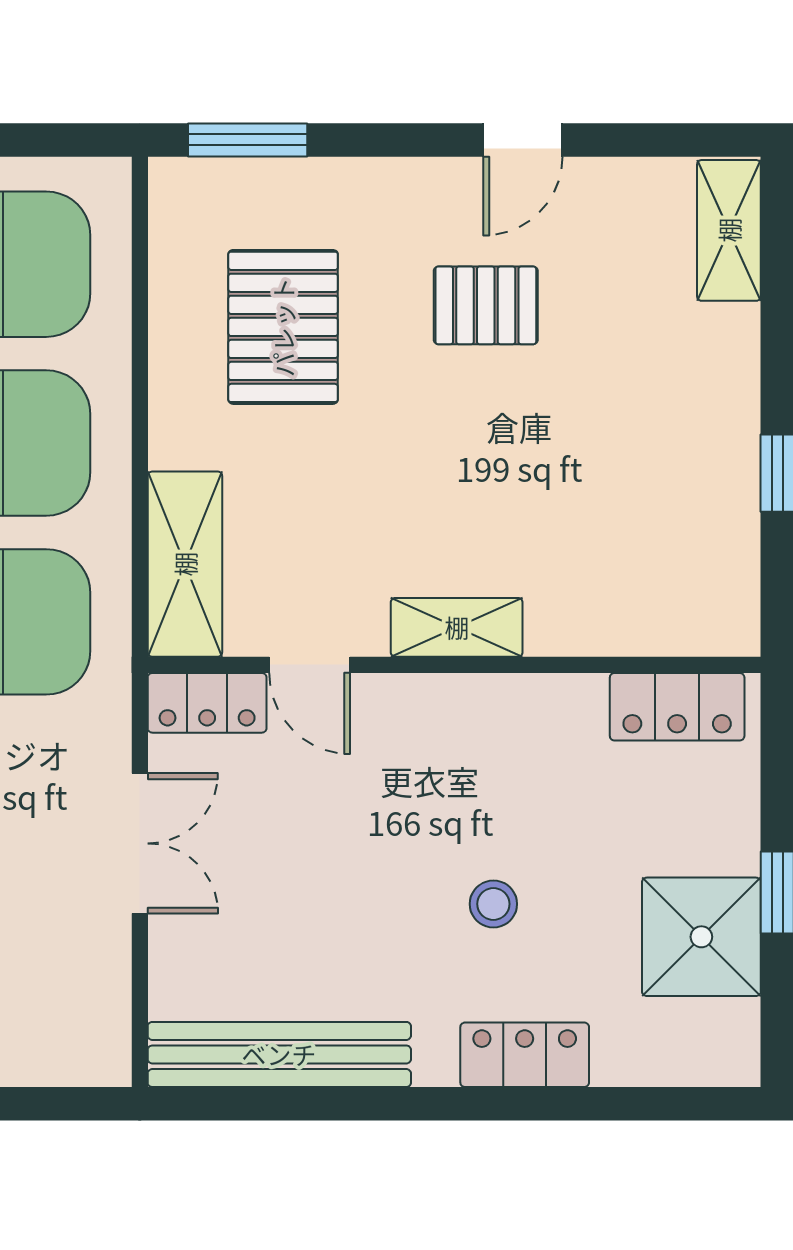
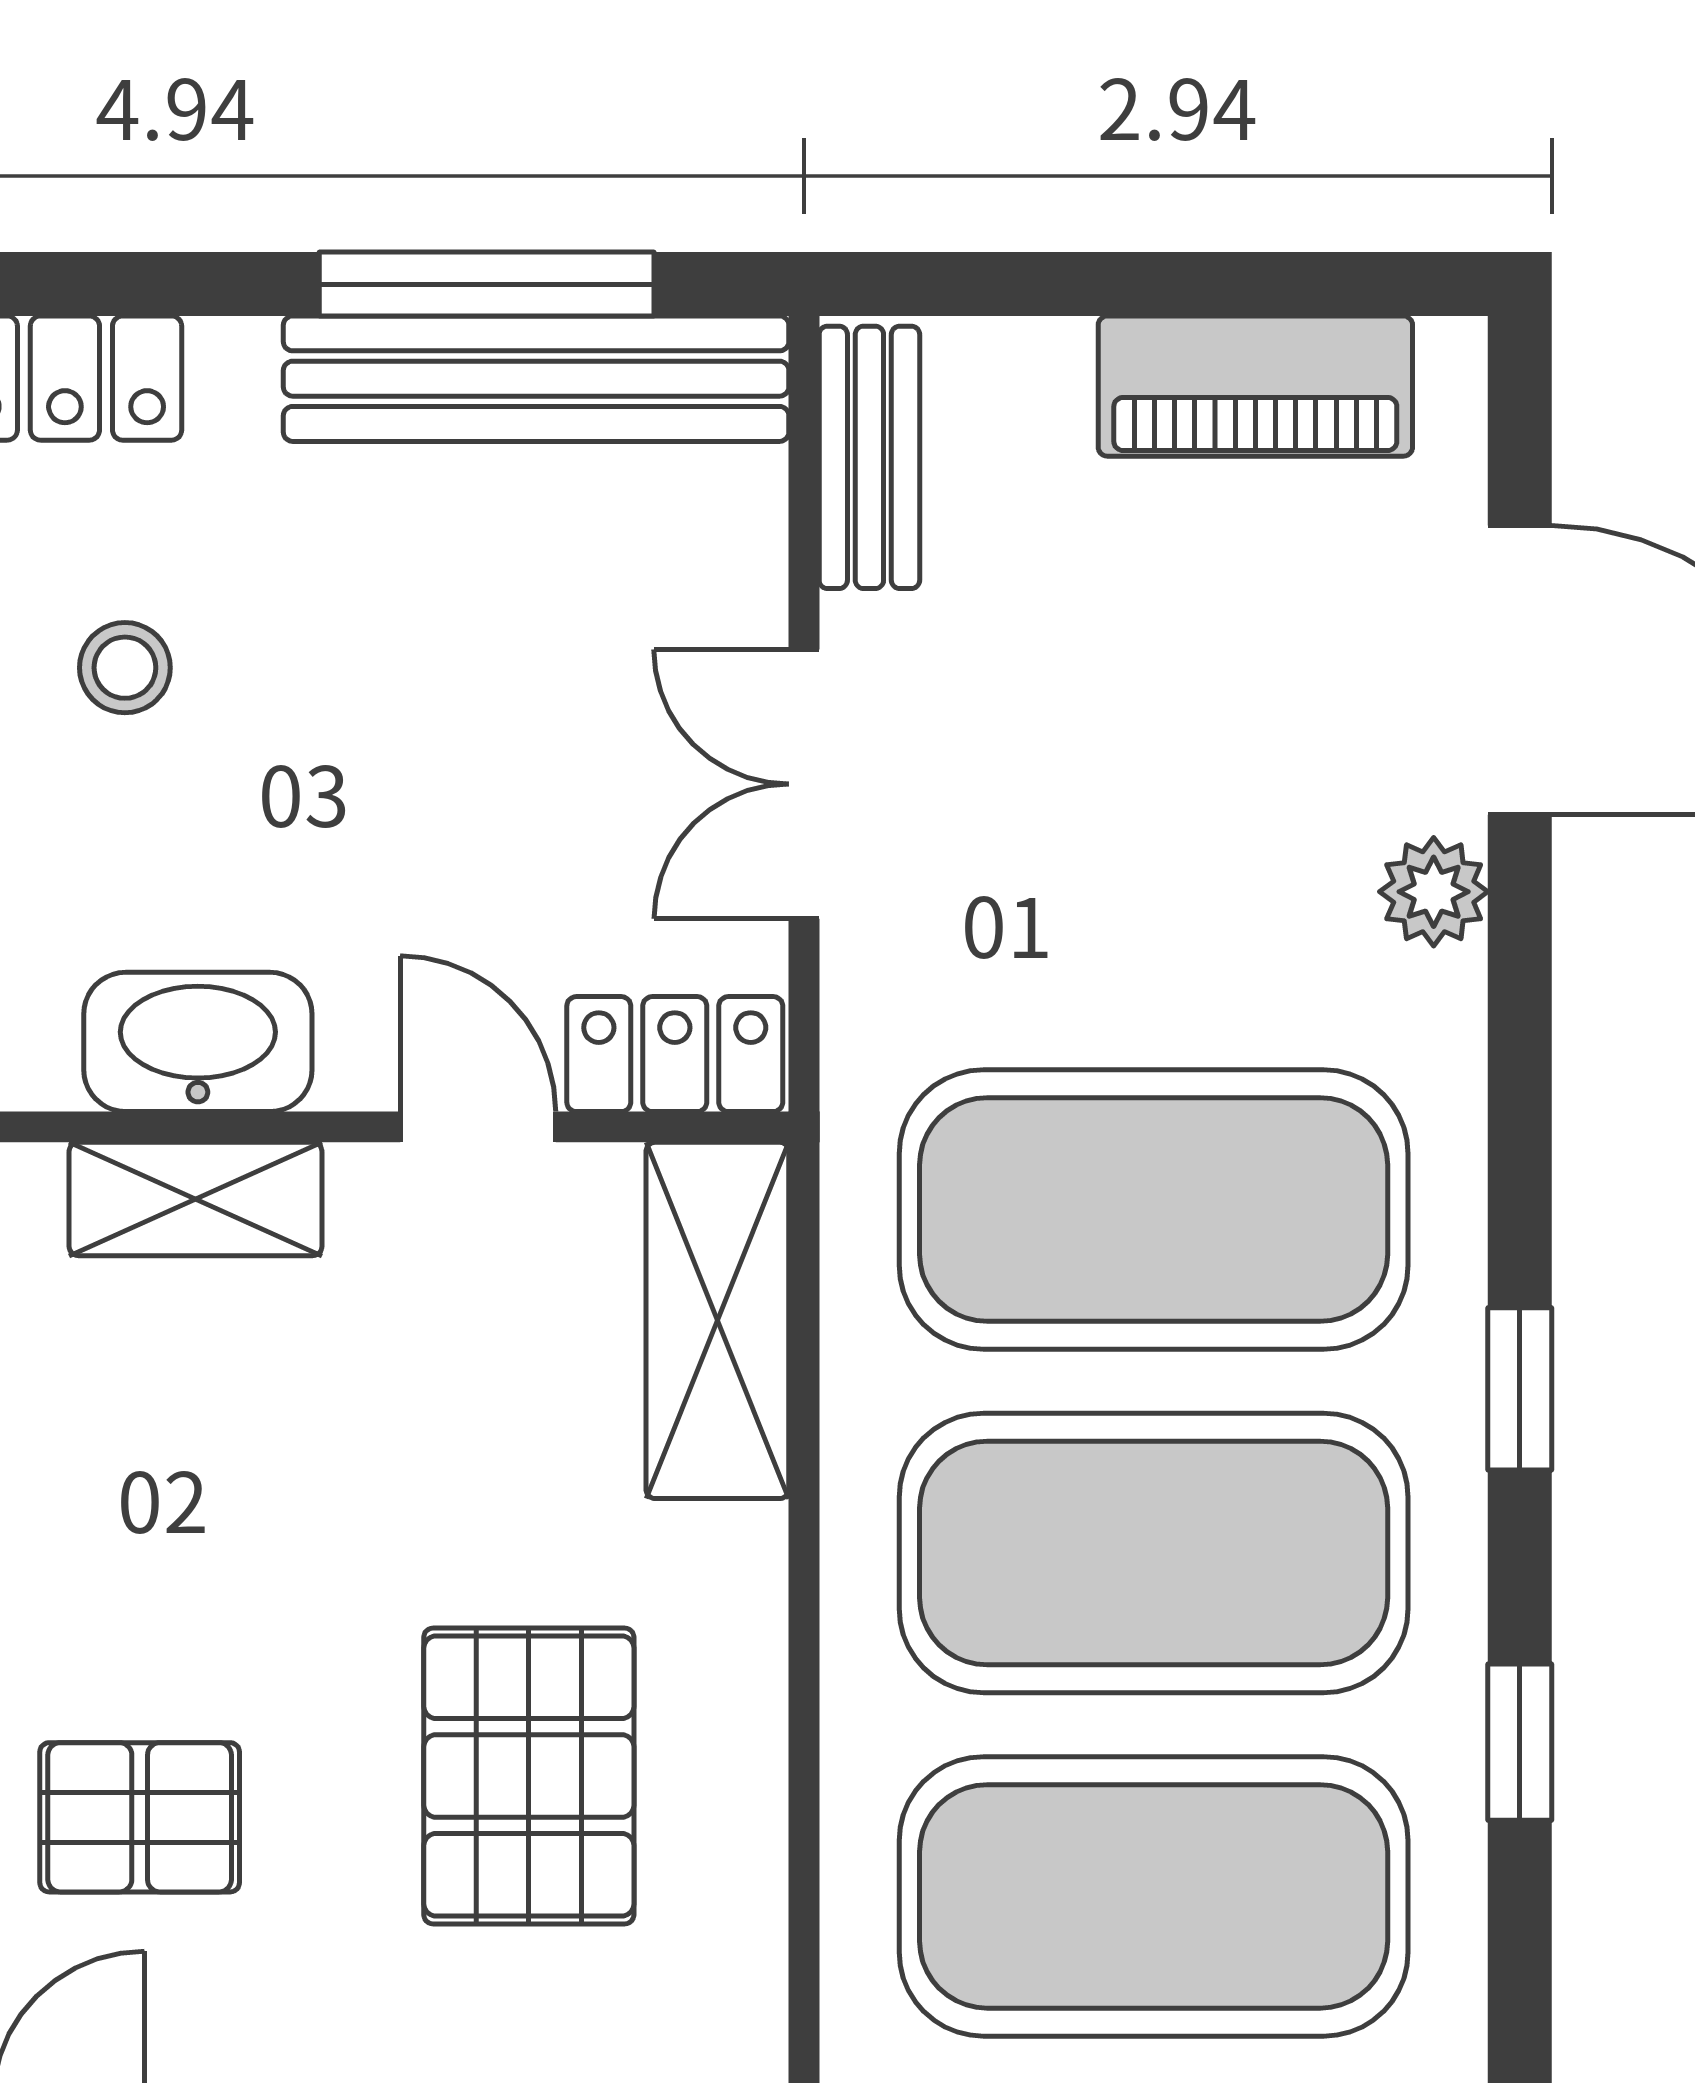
washbasin: (455, 709) -> (198, 1042), added
bench: (106, 1014) -> (869, 457), added
window: (305, 1104) -> (487, 284), added

